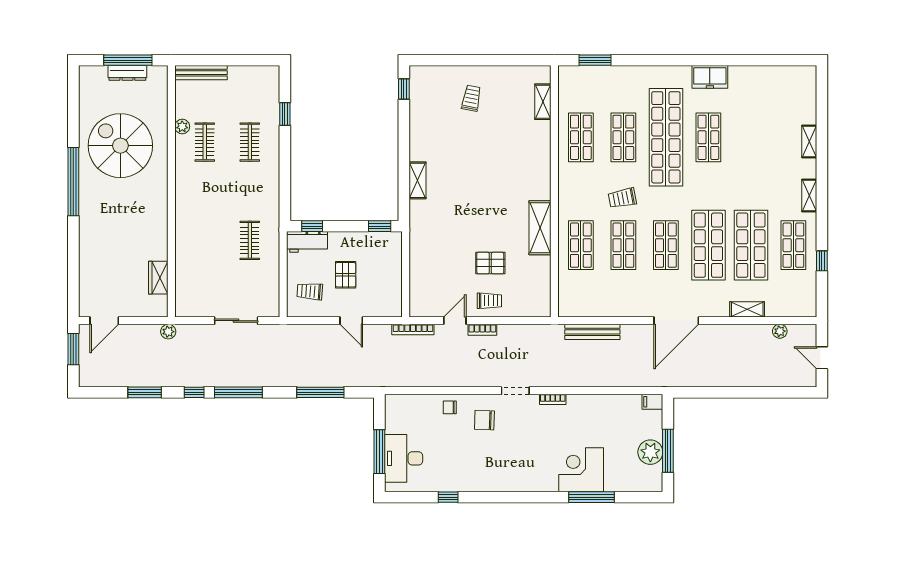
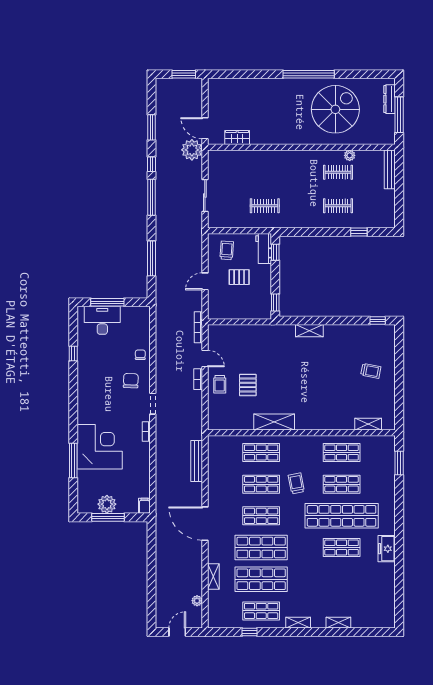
dresser: (127, 73) -> (390, 99), moved
door: (104, 321) -> (205, 128), moved
plant: (168, 332) -> (192, 150), width x1.87, depth x1.87
corner desk: (581, 470) -> (100, 447), width x1.36, depth x1.36

